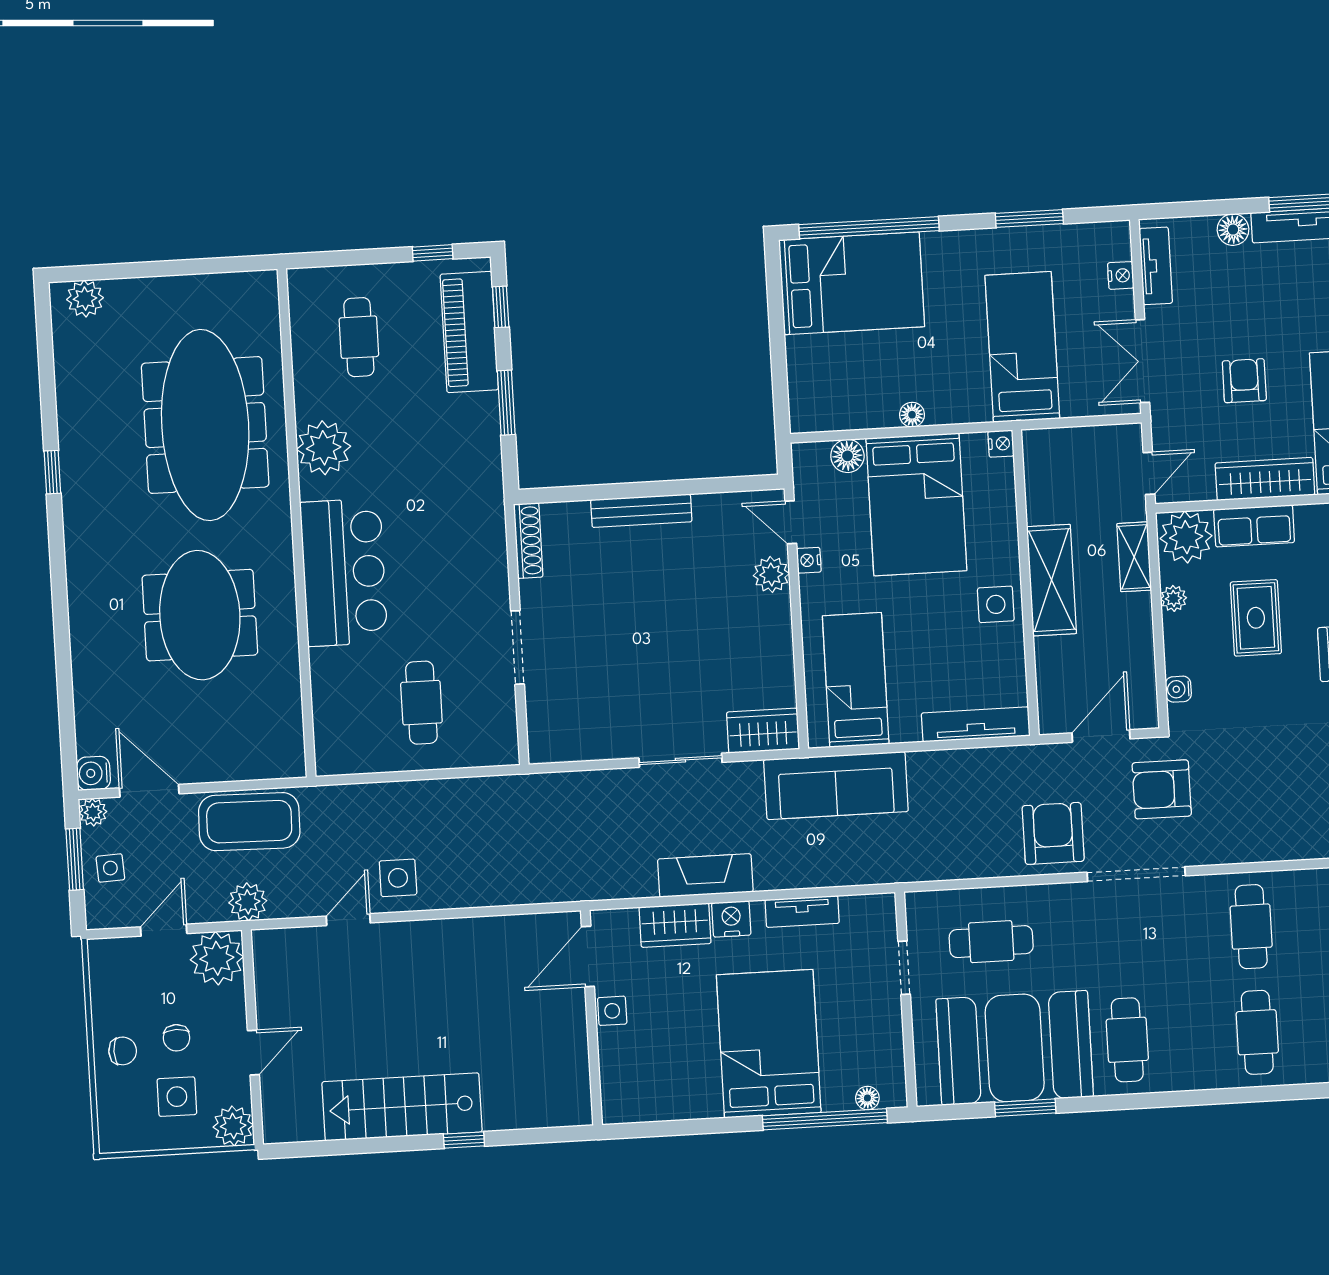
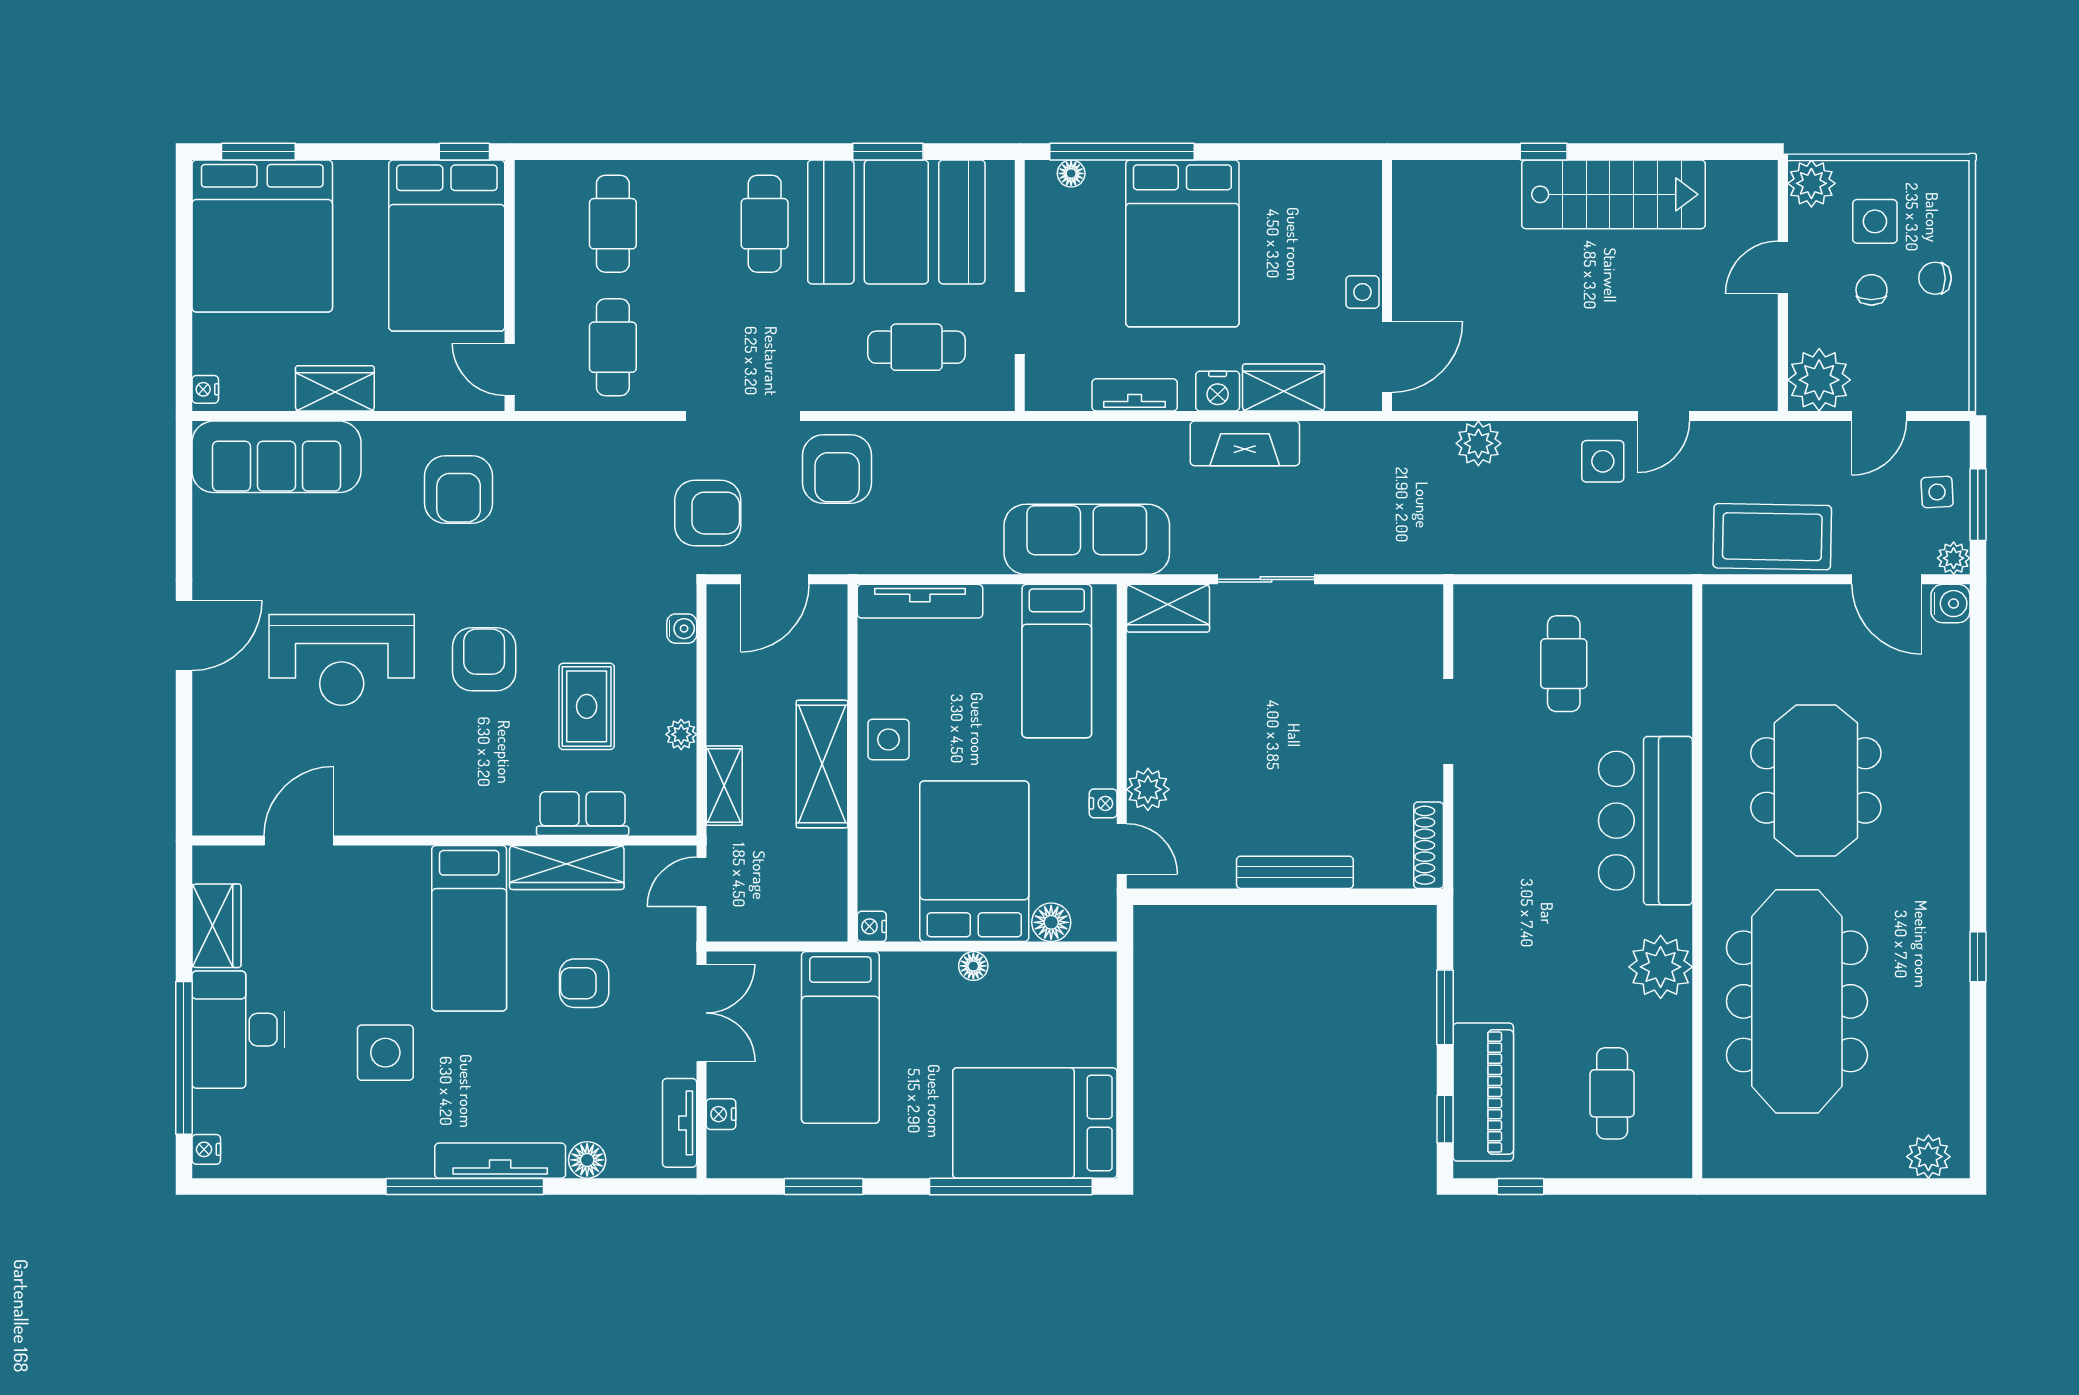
armchair: (1244, 381) -> (584, 983), turned 90
plant: (1186, 537) -> (662, 805), removed
plant: (248, 902) -> (1478, 443), moved

